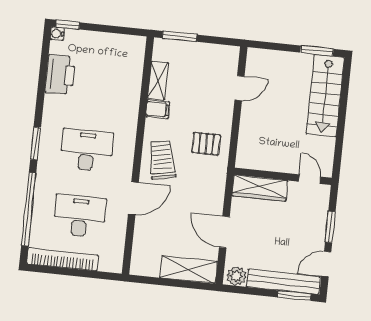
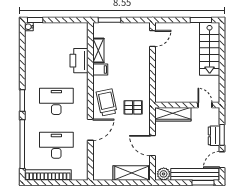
printer: (60, 75) -> (79, 61), moved, turned 180
door: (239, 88) -> (153, 38), moved
pallet: (206, 144) -> (133, 107), moved
dresser: (318, 227) -> (214, 136), added

